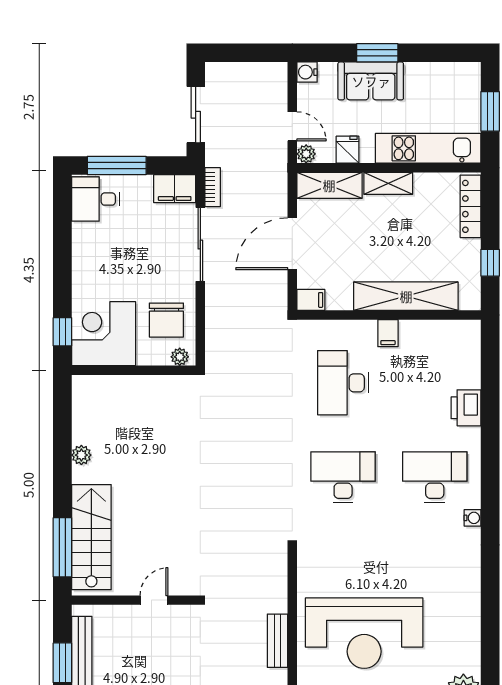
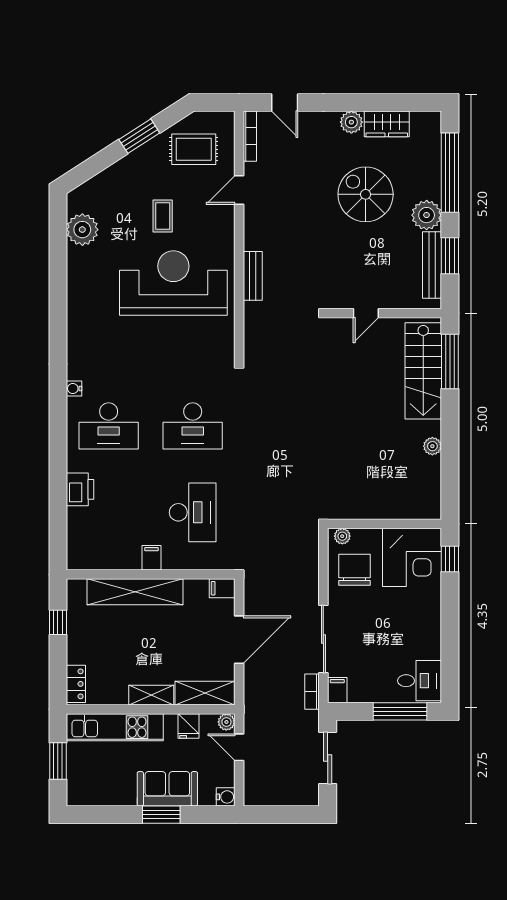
filing cabinet: (175, 189) -> (337, 690), width x0.50
locker: (471, 206) -> (76, 684), width x0.66

